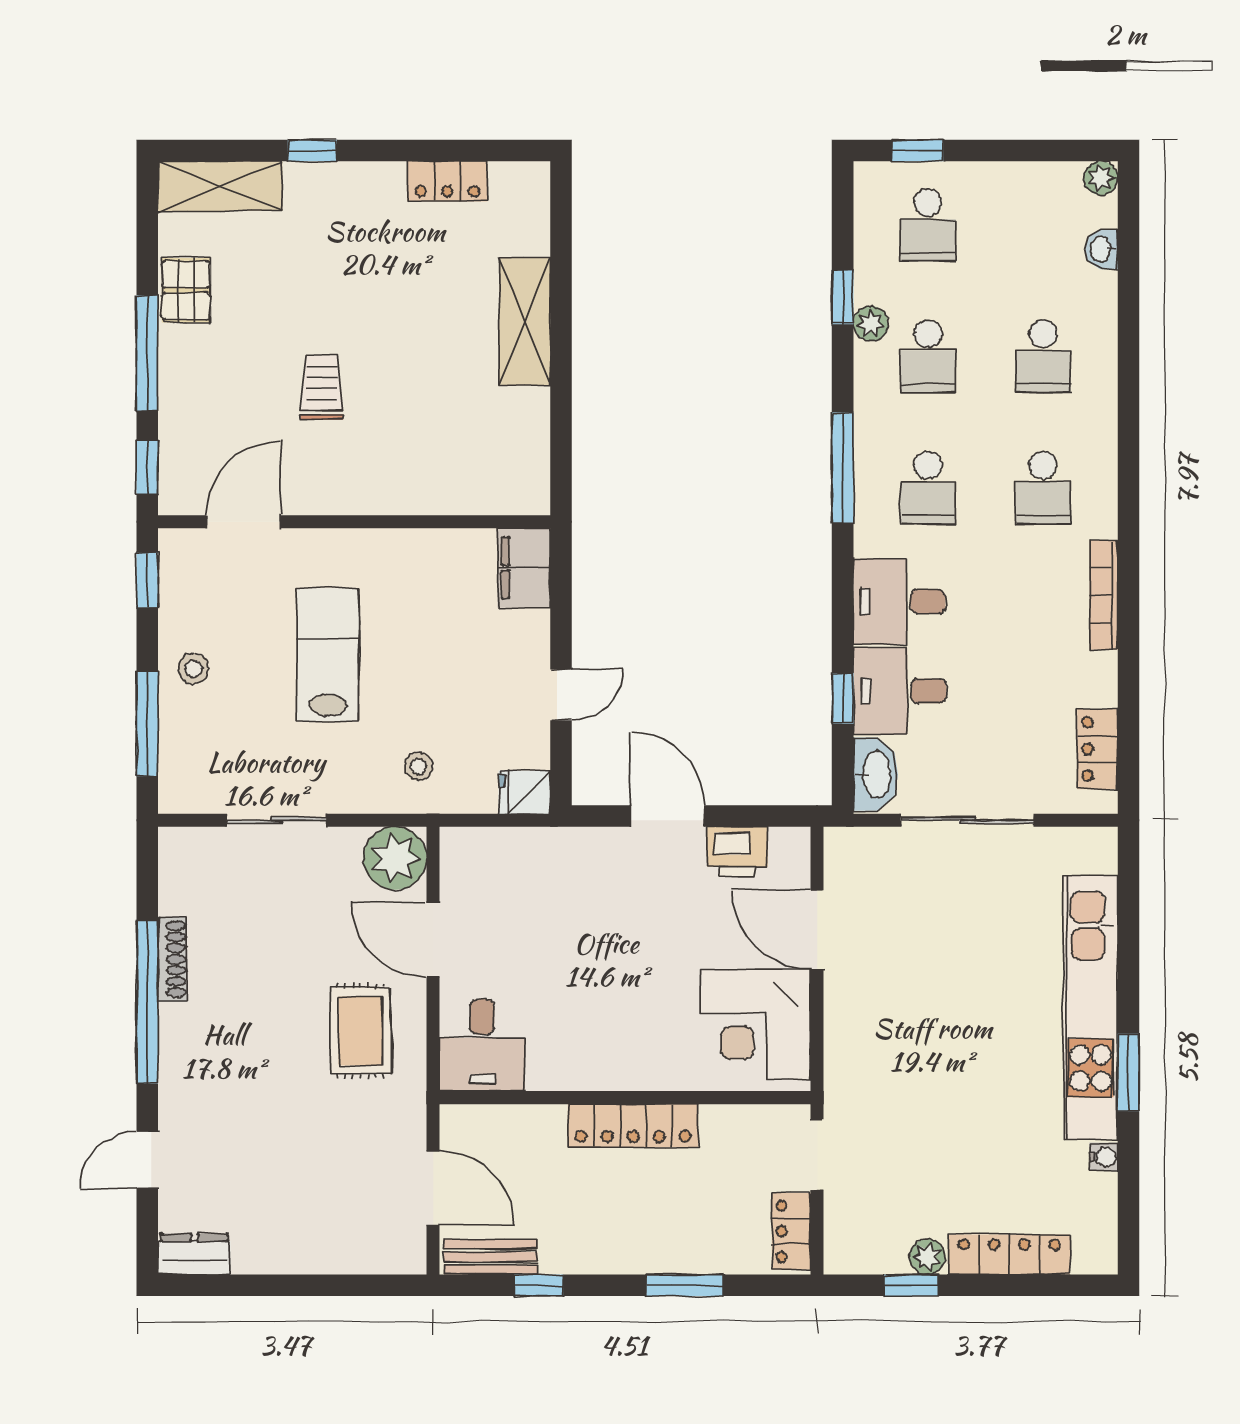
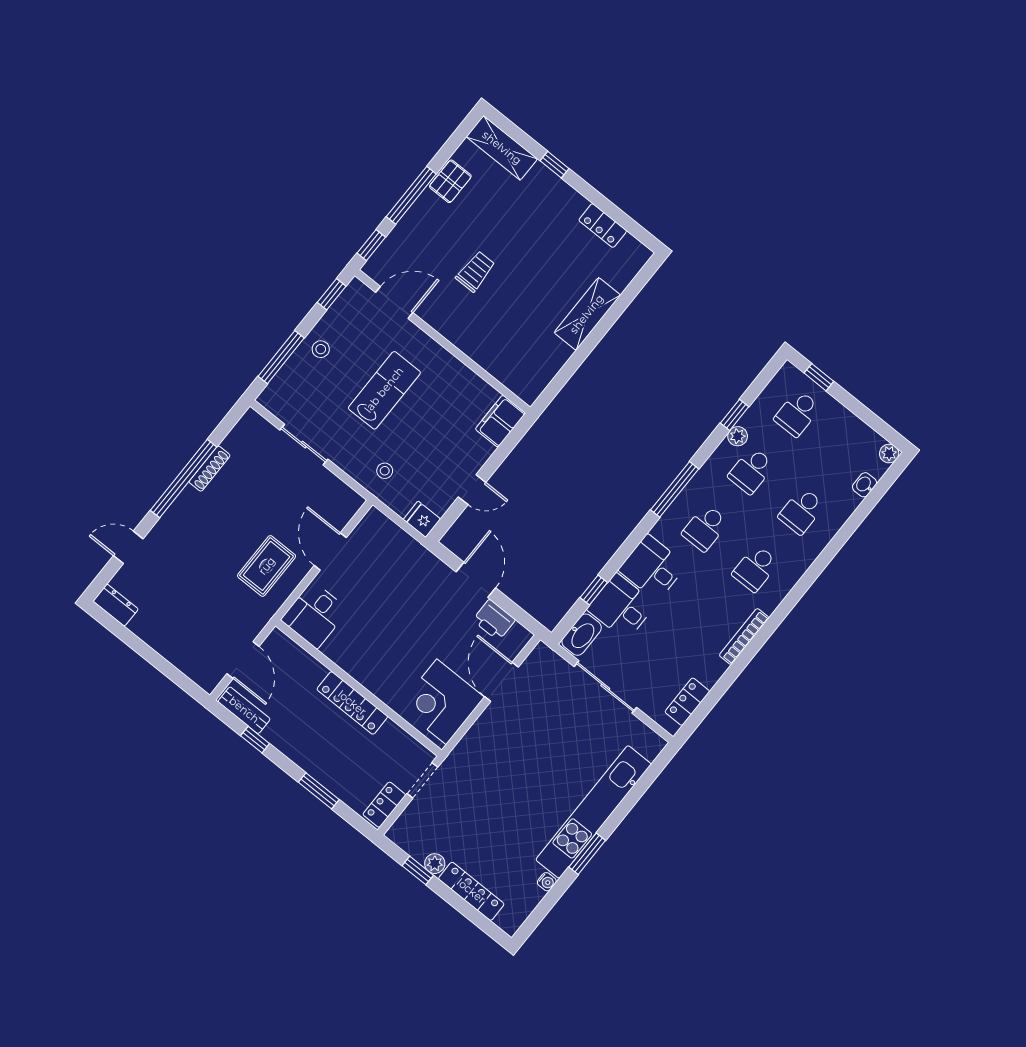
plant: (395, 858) -> (342, 503), removed

